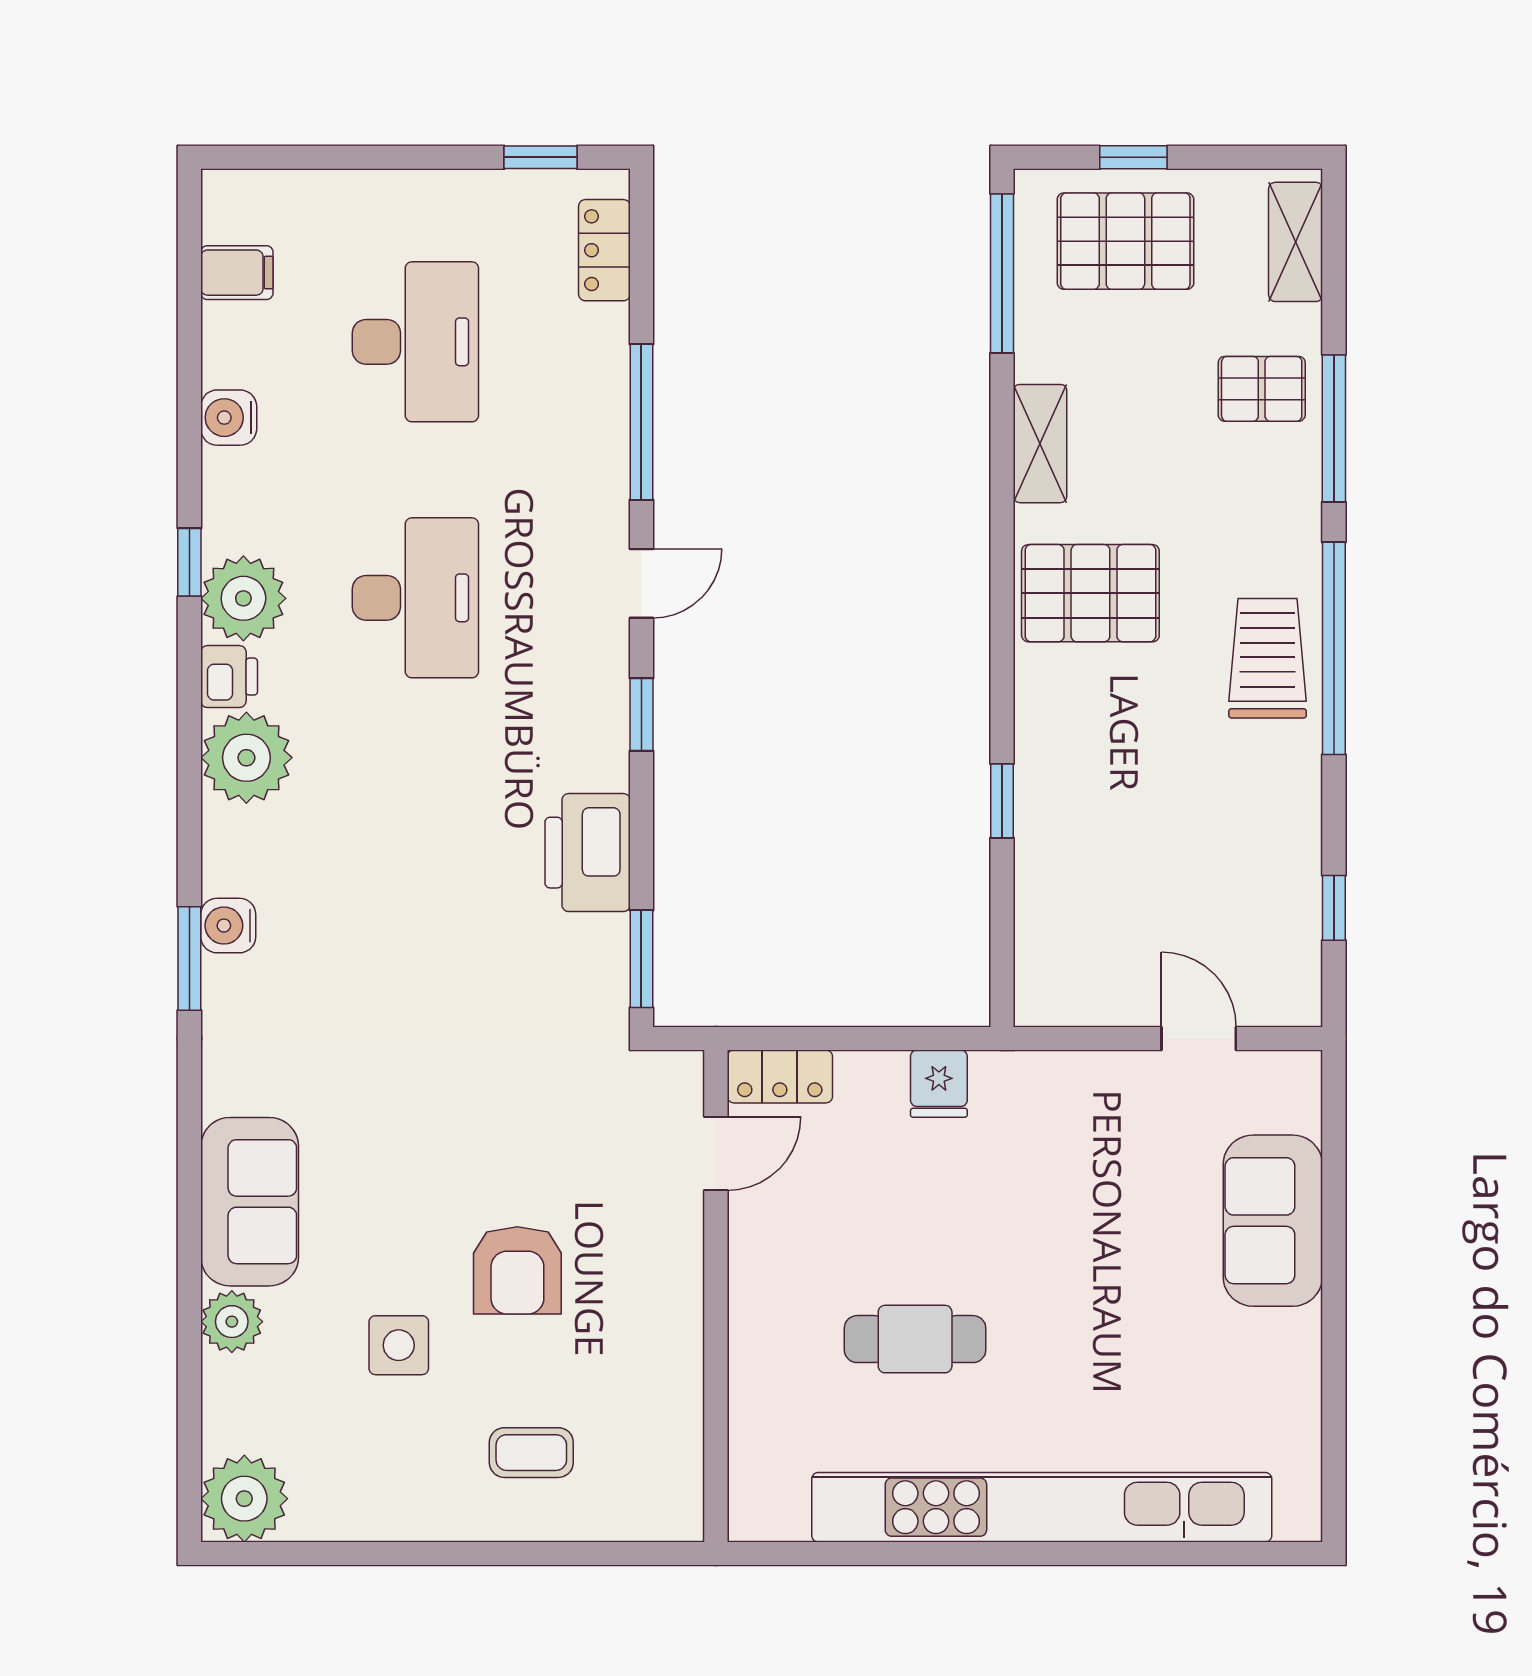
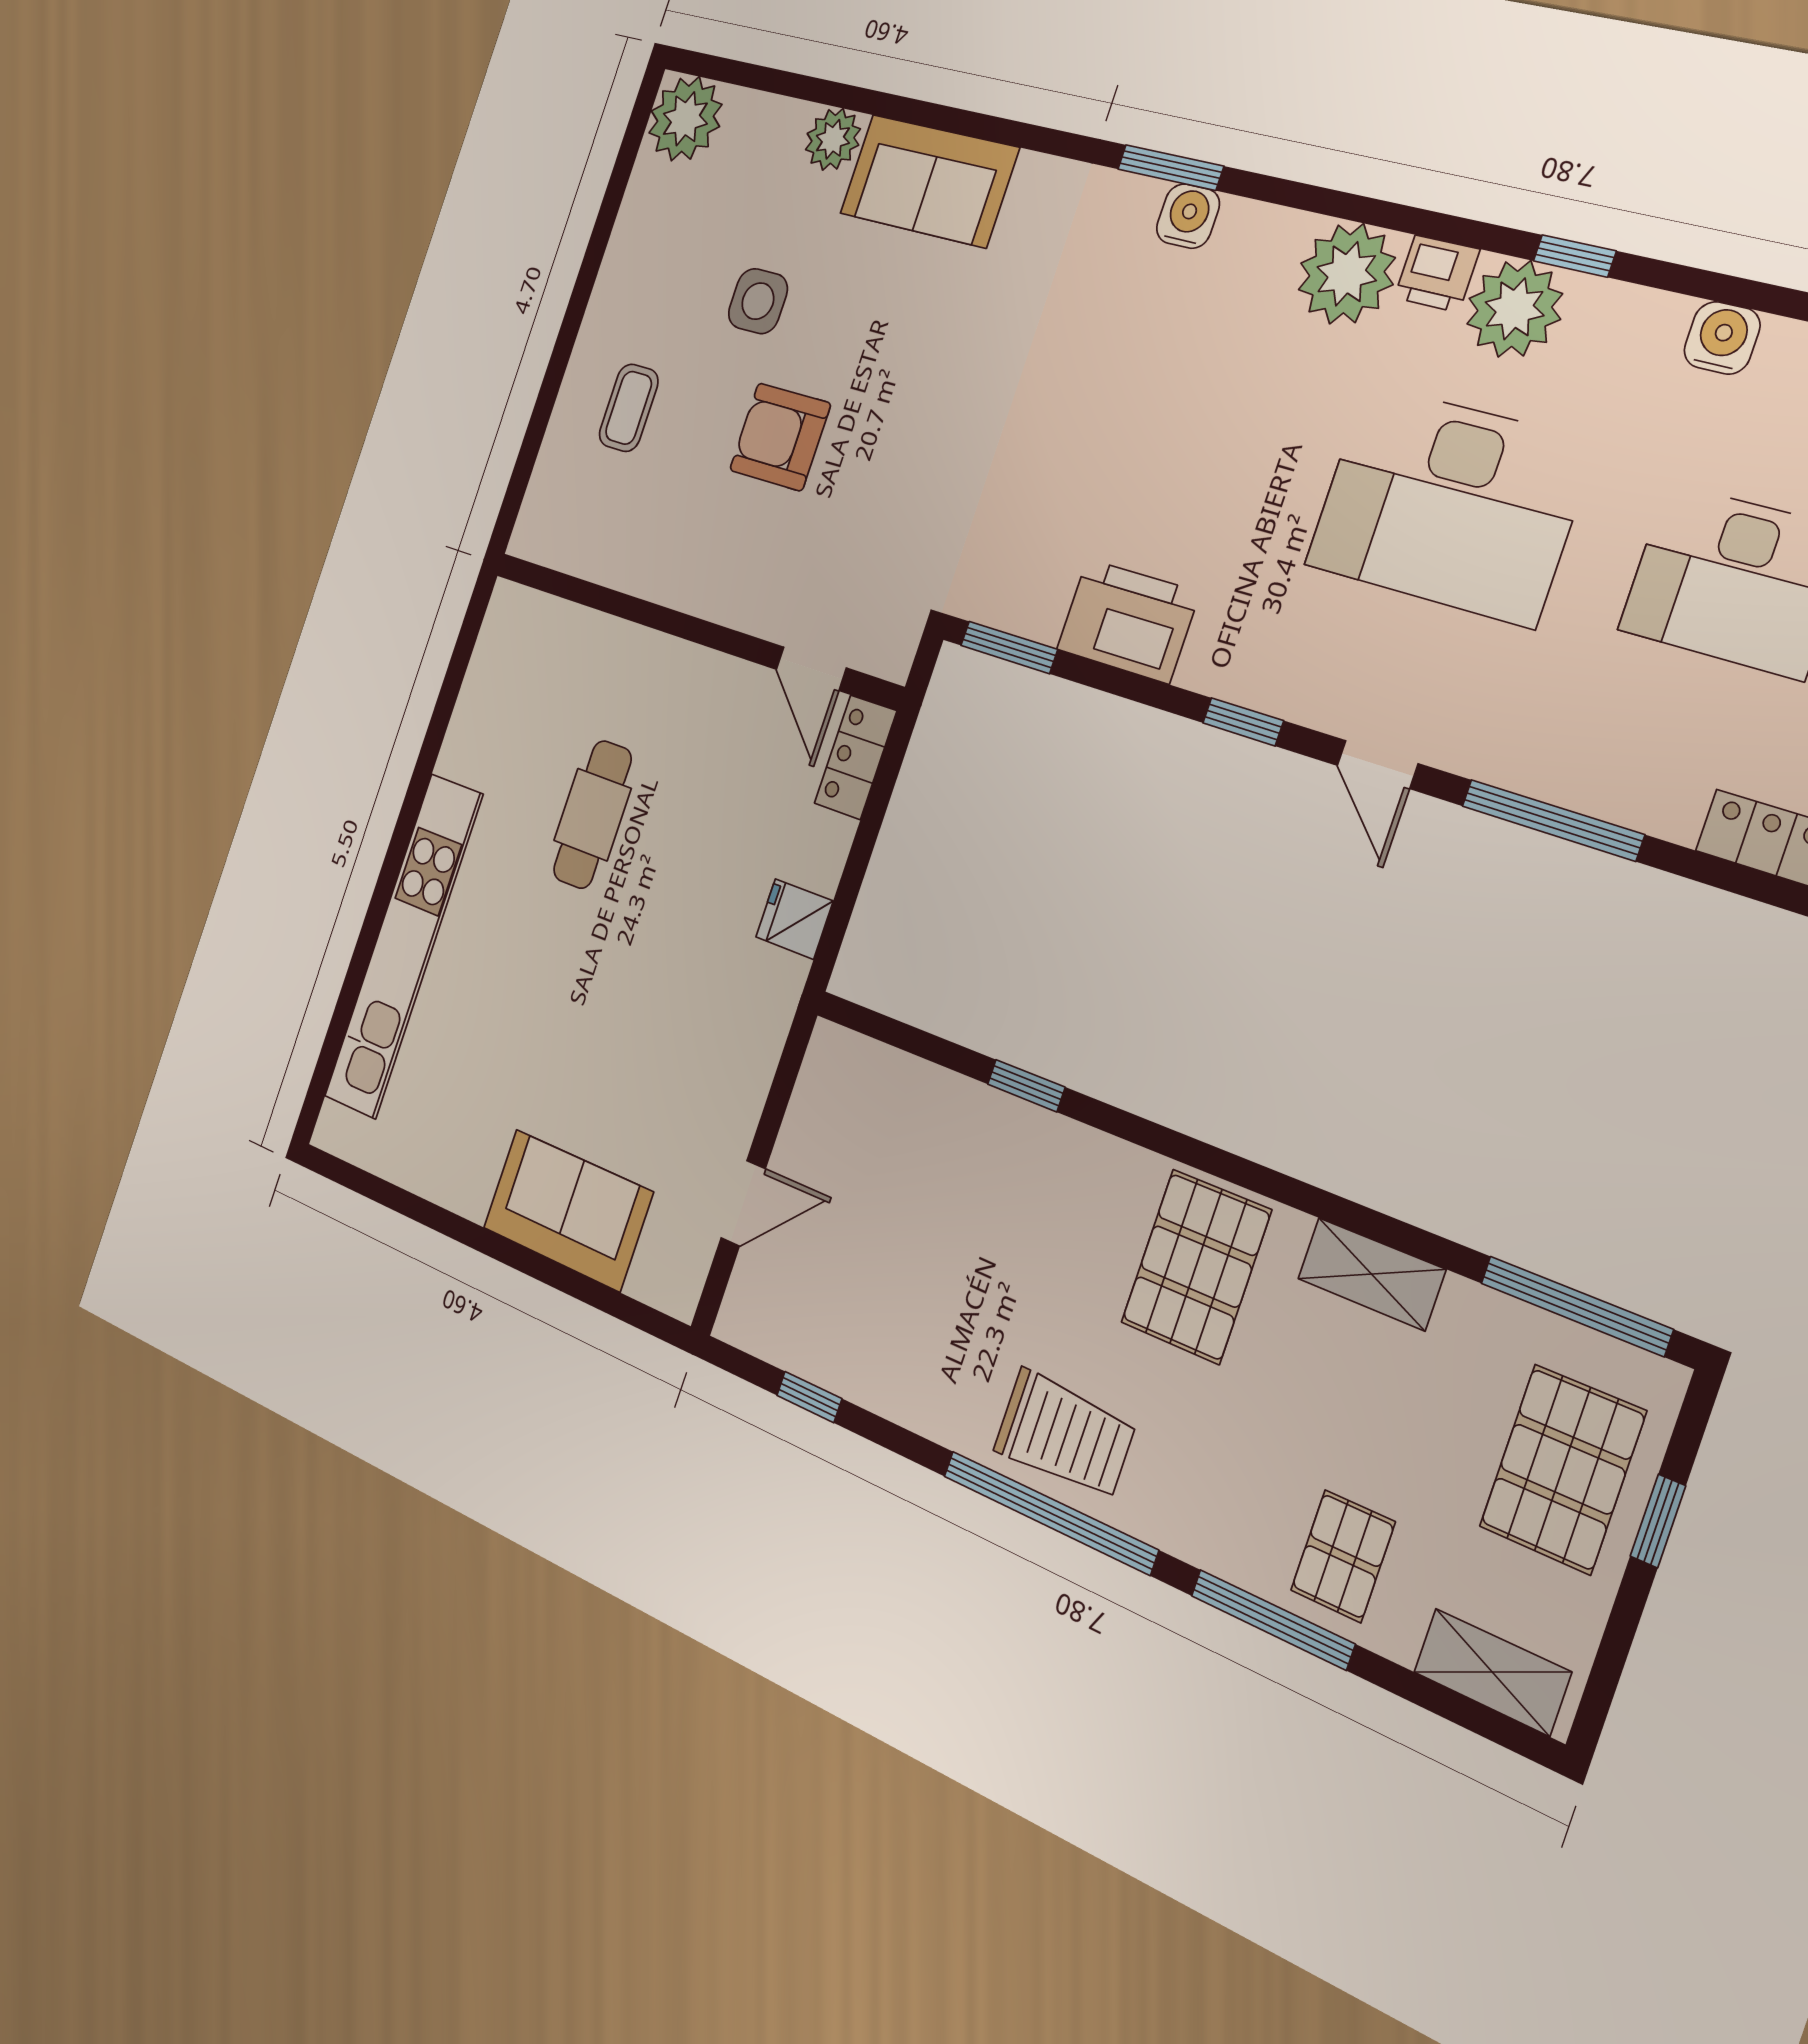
desk: (415, 598) -> (1449, 504), width x1.36, depth x1.30
kitchen unit: (1042, 1507) -> (404, 946), width x0.73

